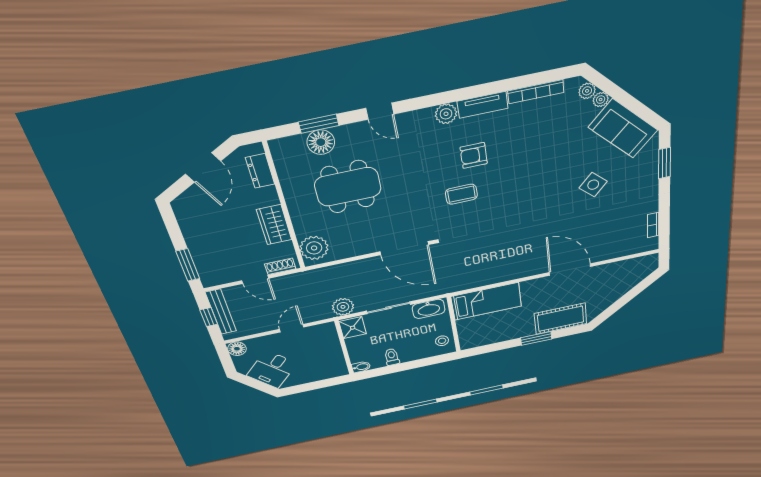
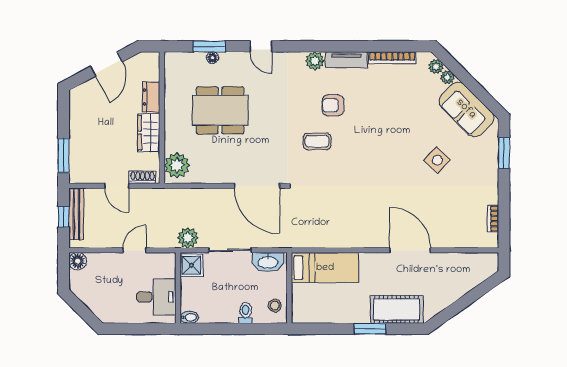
floor lamp: (321, 142) -> (212, 58), width x0.53, depth x0.53
dresser: (260, 171) -> (151, 97), moved
toilet: (392, 357) -> (246, 313), moved
desk: (272, 369) -> (156, 297), moved, turned -135

